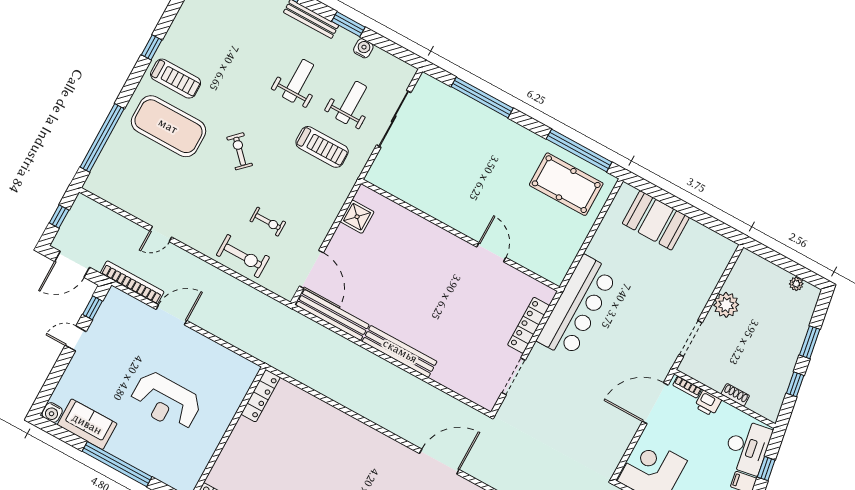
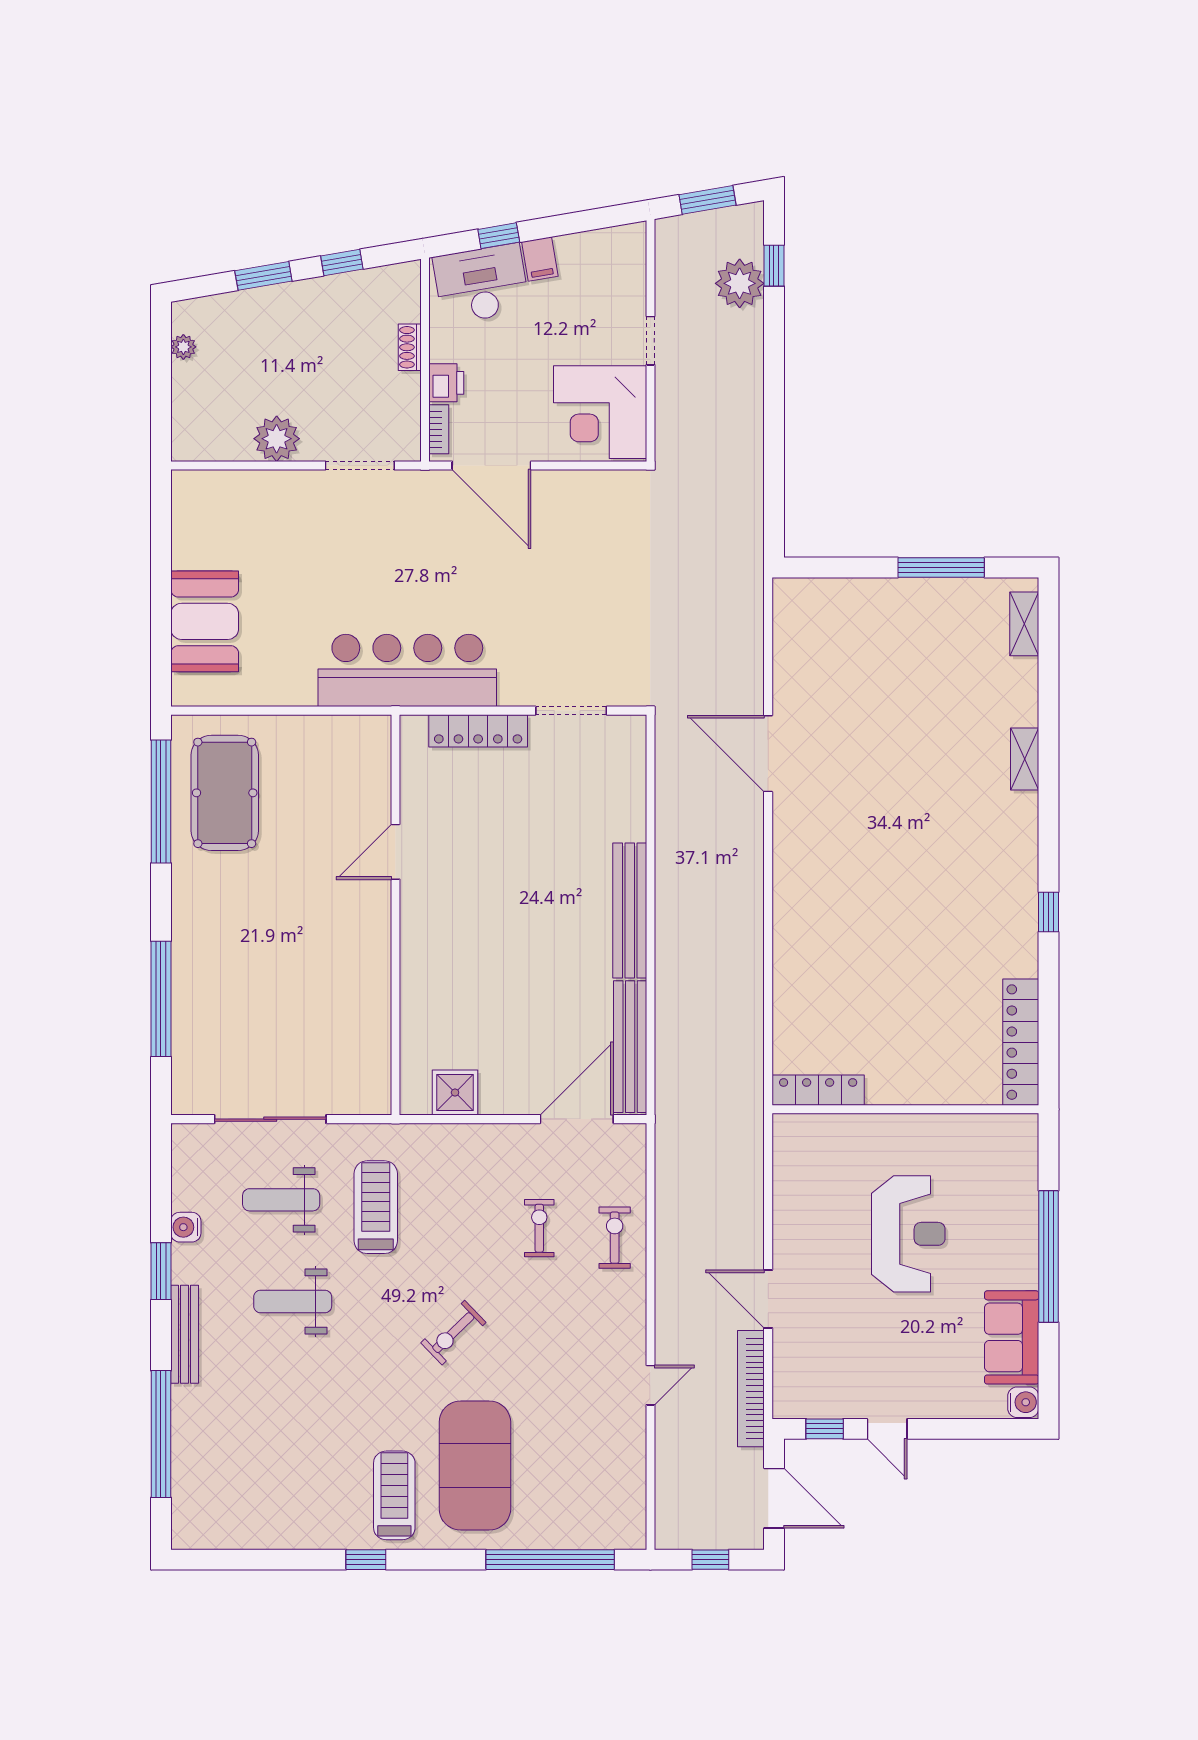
door: (161, 234) -> (650, 1385), hinge flipped
exercise bike: (243, 256) -> (615, 1238), width x0.73, depth x0.72

